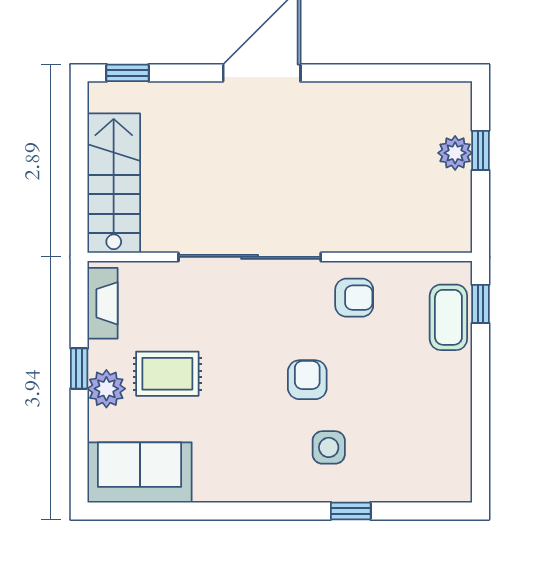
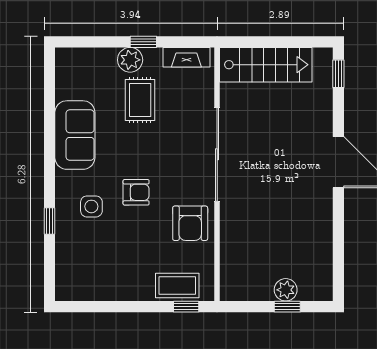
armchair: (354, 298) -> (190, 223), width x1.38, depth x1.38
sofa: (140, 472) -> (75, 135), moved

